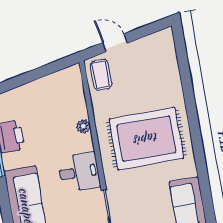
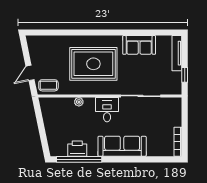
rug: (146, 139) -> (93, 64), turned 90

